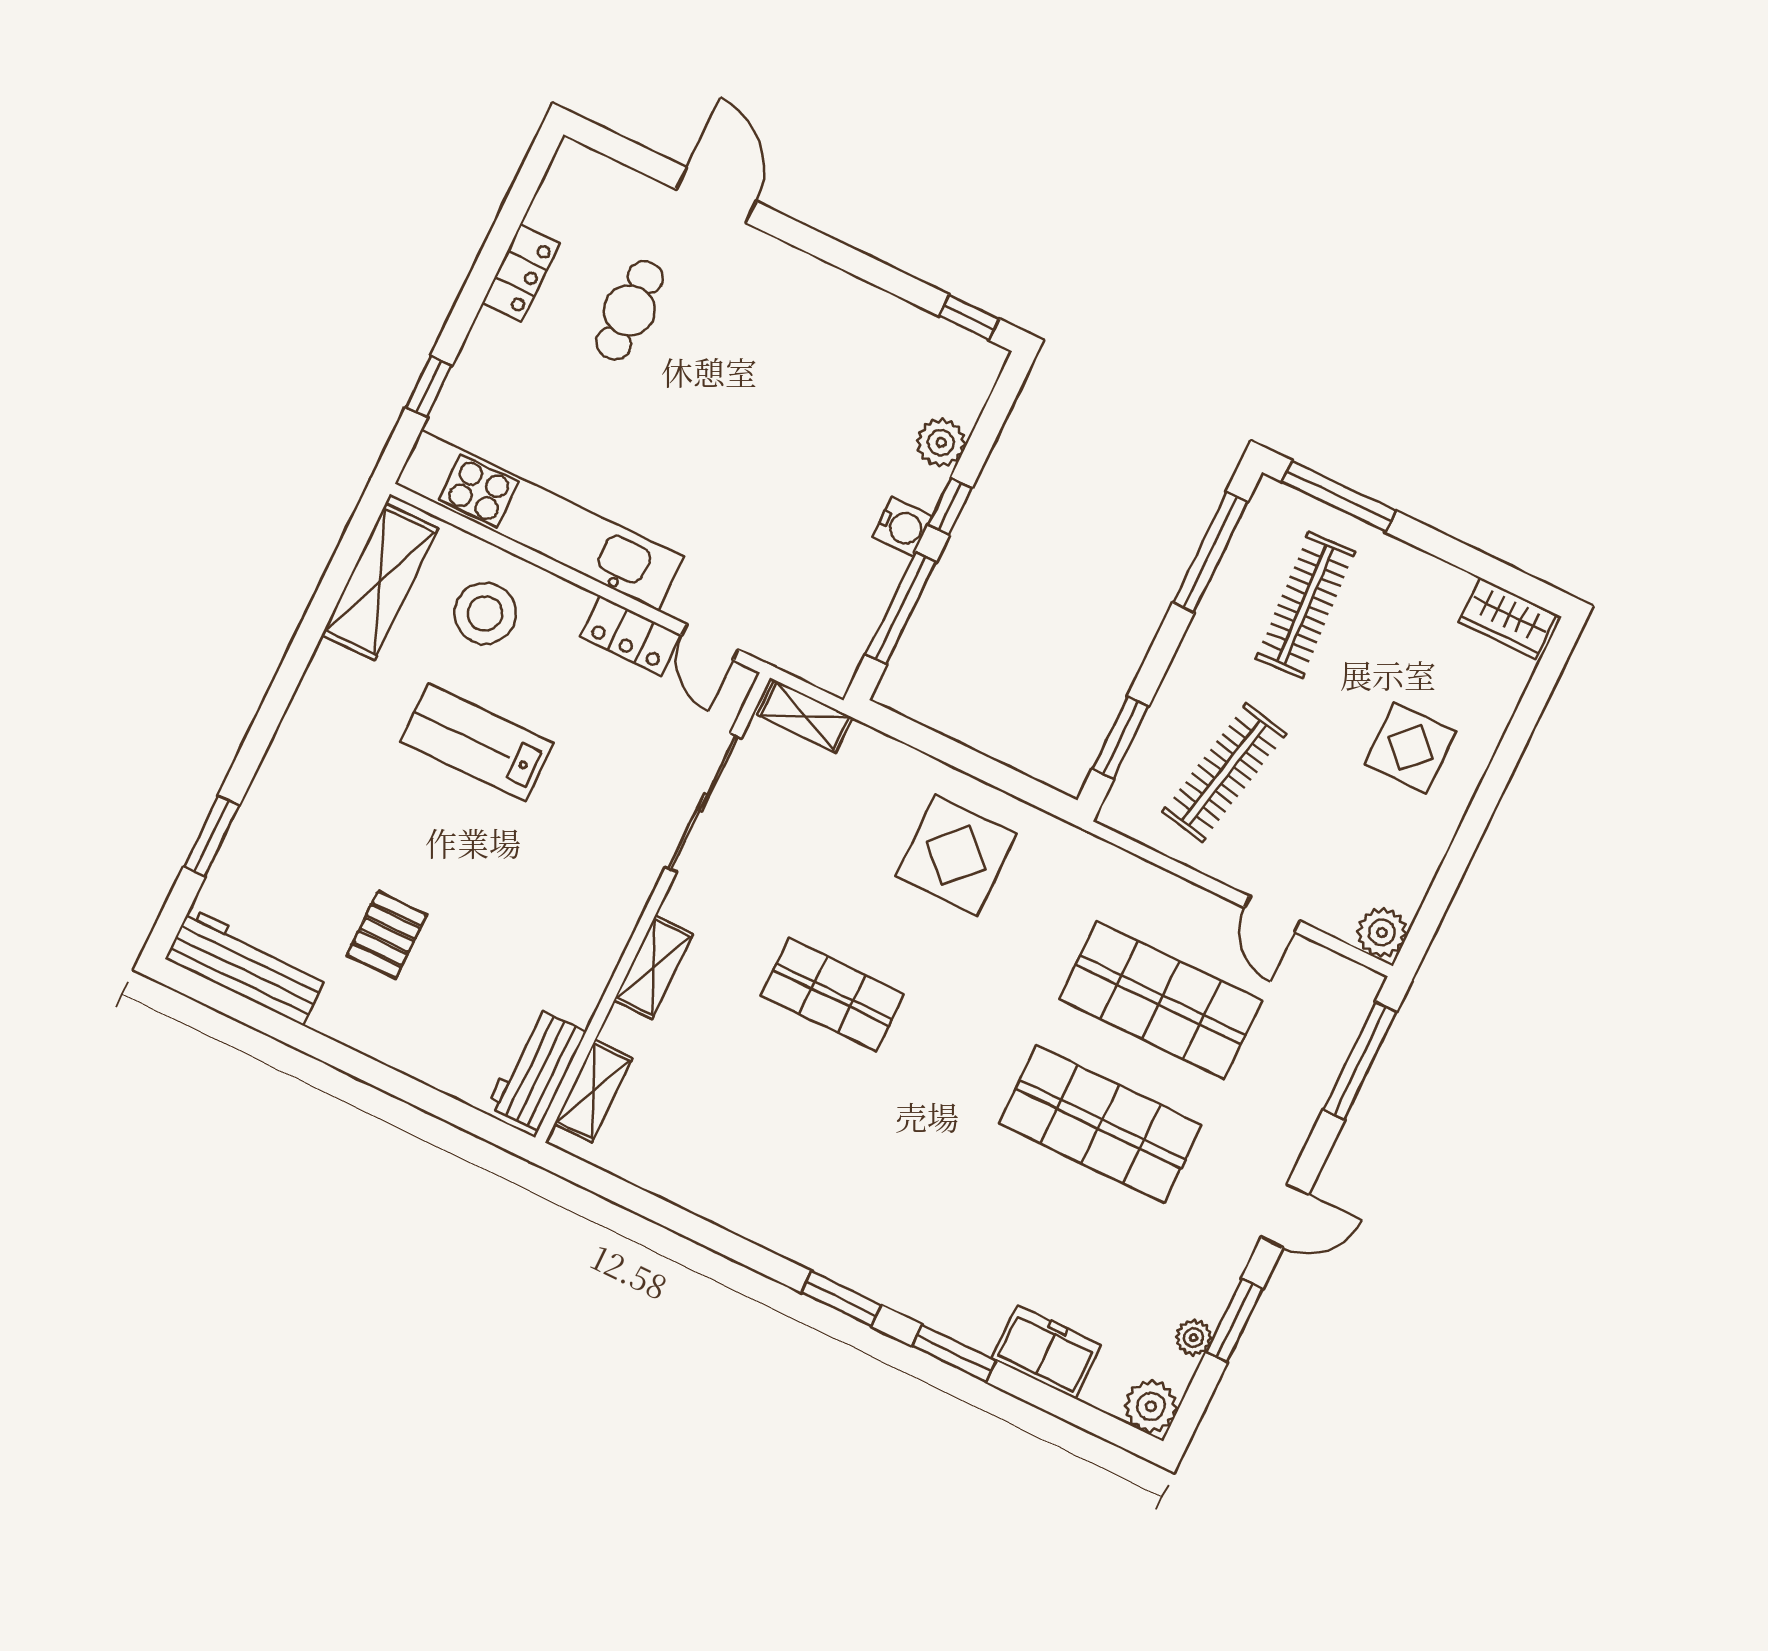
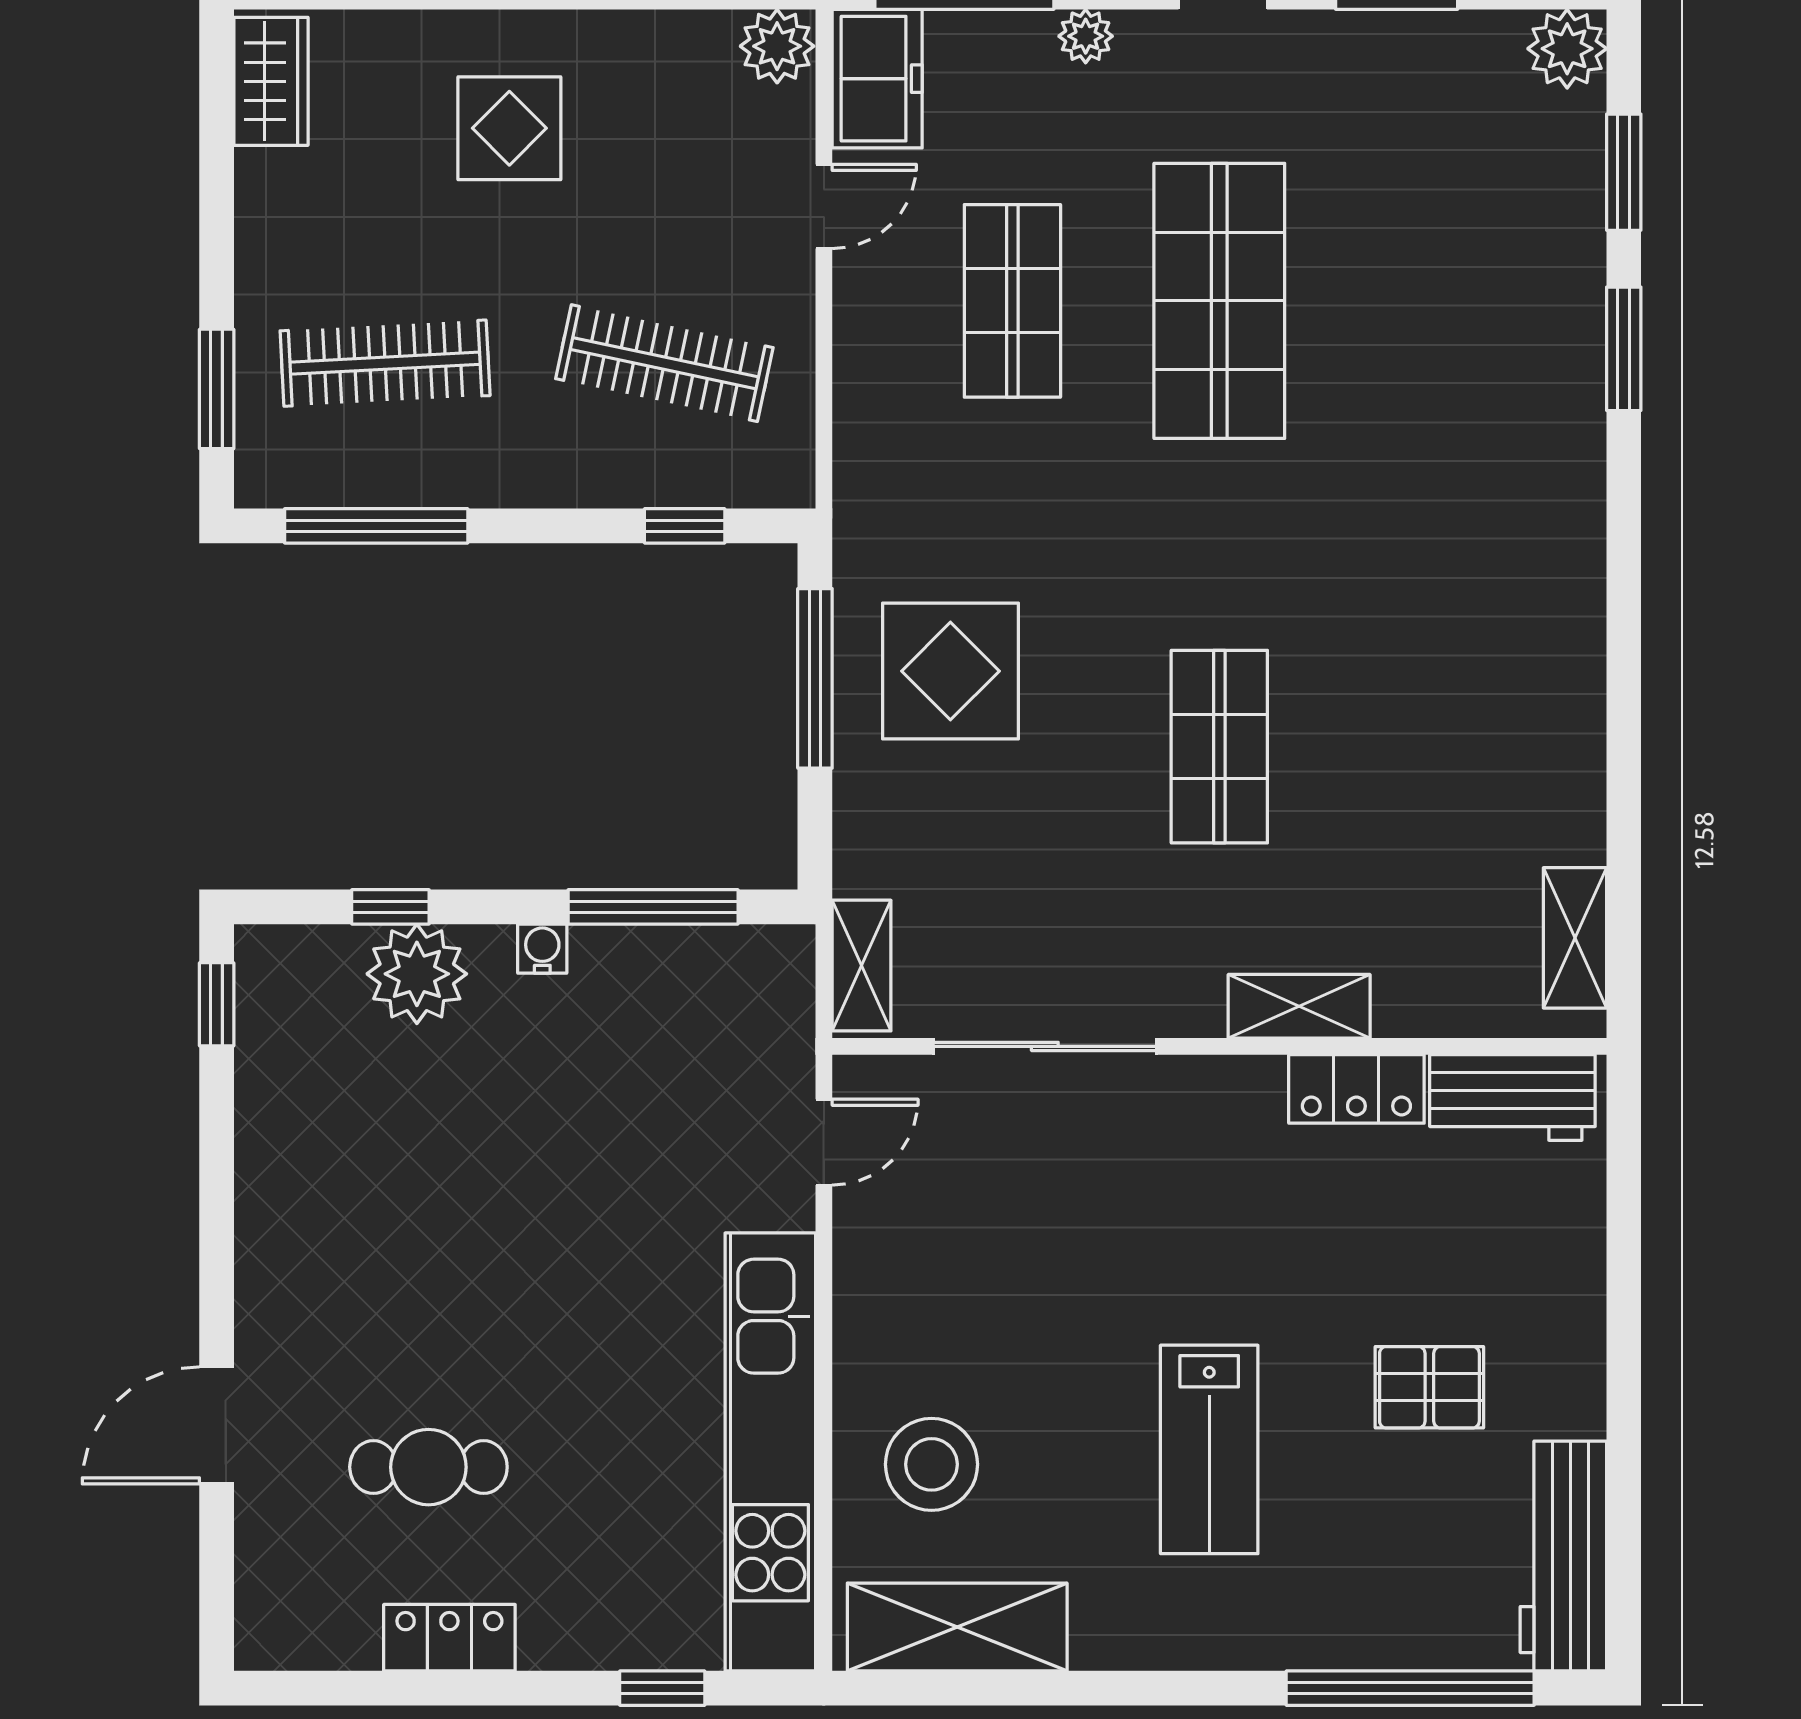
plant: (941, 442) -> (417, 974), width x1.36, depth x1.36
window: (1339, 496) -> (217, 389), width x0.69
window: (950, 506) -> (390, 907), moved
water cooler: (902, 527) -> (542, 949), width x0.72, depth x0.72
locker: (631, 635) -> (1356, 1089), moved, turned 90
window: (1121, 738) -> (685, 526), width x0.67
lab bench: (477, 742) -> (1209, 1449), moved
window: (991, 772) -> (815, 678), added
window: (212, 836) -> (1410, 1688), width x2.11
shop shelf: (1161, 1000) -> (1012, 301), width x0.70, depth x0.74
shelving: (593, 1091) -> (1575, 938), moved, turned 90
window: (841, 1299) -> (1624, 172), moved
plant: (1193, 1338) -> (1086, 36), moved
freezer: (1047, 1352) -> (877, 79), moved, turned 180

